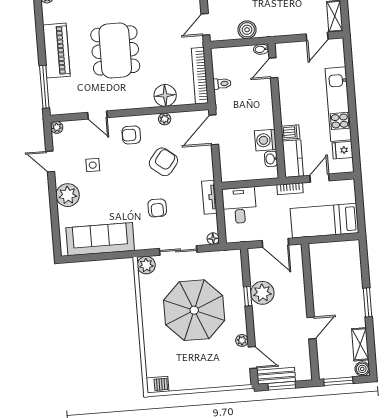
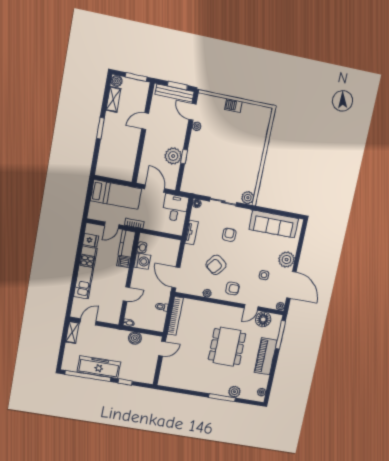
door: (273, 68) -> (126, 294), moved
floor lamp: (165, 95) -> (263, 319), moved
door: (97, 115) -> (251, 307), swing flipped
door: (214, 130) -> (176, 277), swing flipped
door: (50, 161) -> (291, 285), width x1.87
desk: (239, 205) -> (175, 208), moved, turned 180
parasol: (194, 310) -> (224, 157), removed
bench: (276, 376) -> (175, 93), width x1.36
barbecue: (158, 385) -> (233, 106), moved

